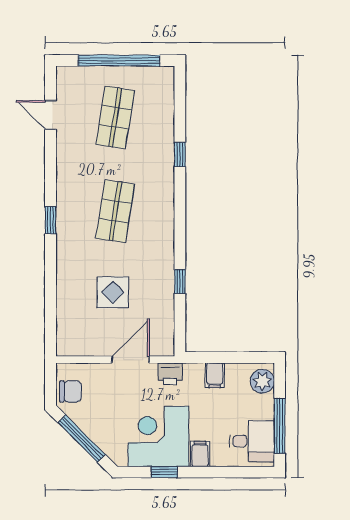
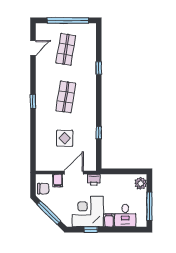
door: (51, 115) -> (33, 48), swing flipped
filing cabinet: (215, 375) -> (58, 180), moved
desk: (252, 441) -> (125, 216), moved, turned 90

